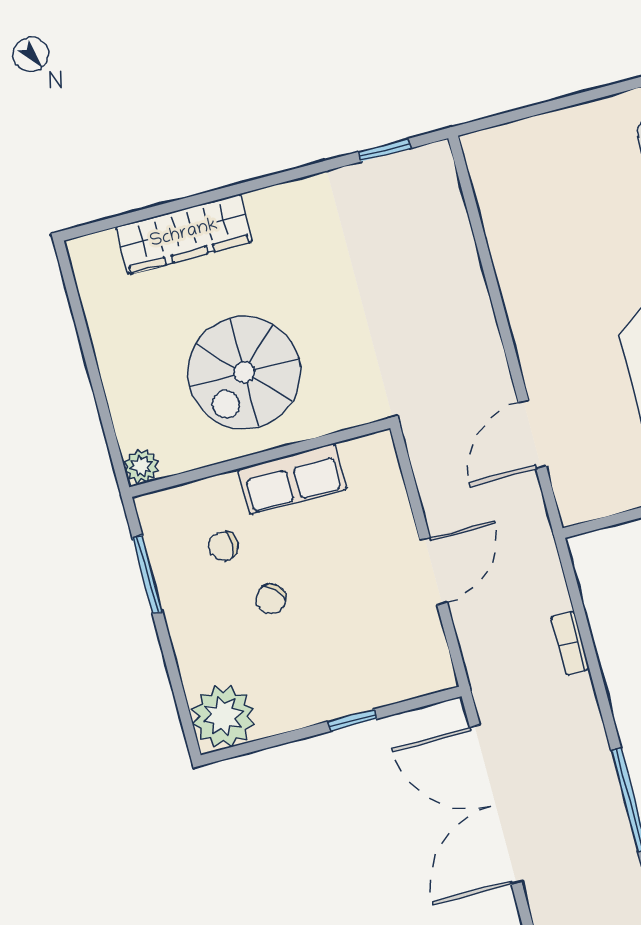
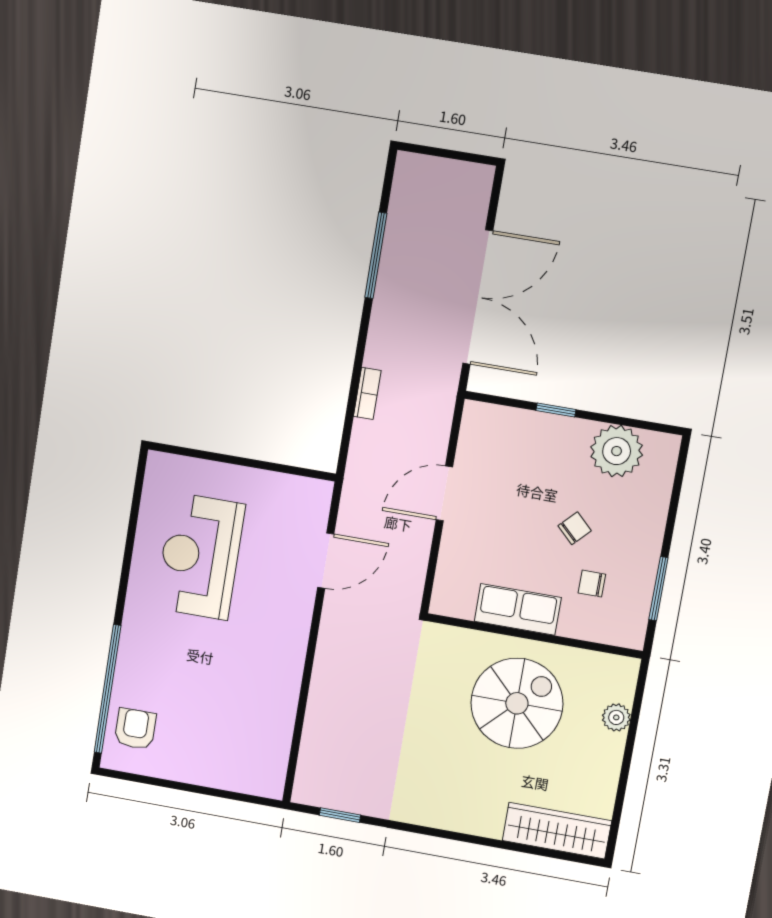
wardrobe: (184, 234) -> (557, 831), moved
plant: (142, 466) -> (616, 717), moved
chair: (223, 546) -> (592, 584), turned 180
plant: (223, 716) -> (617, 451), moved

